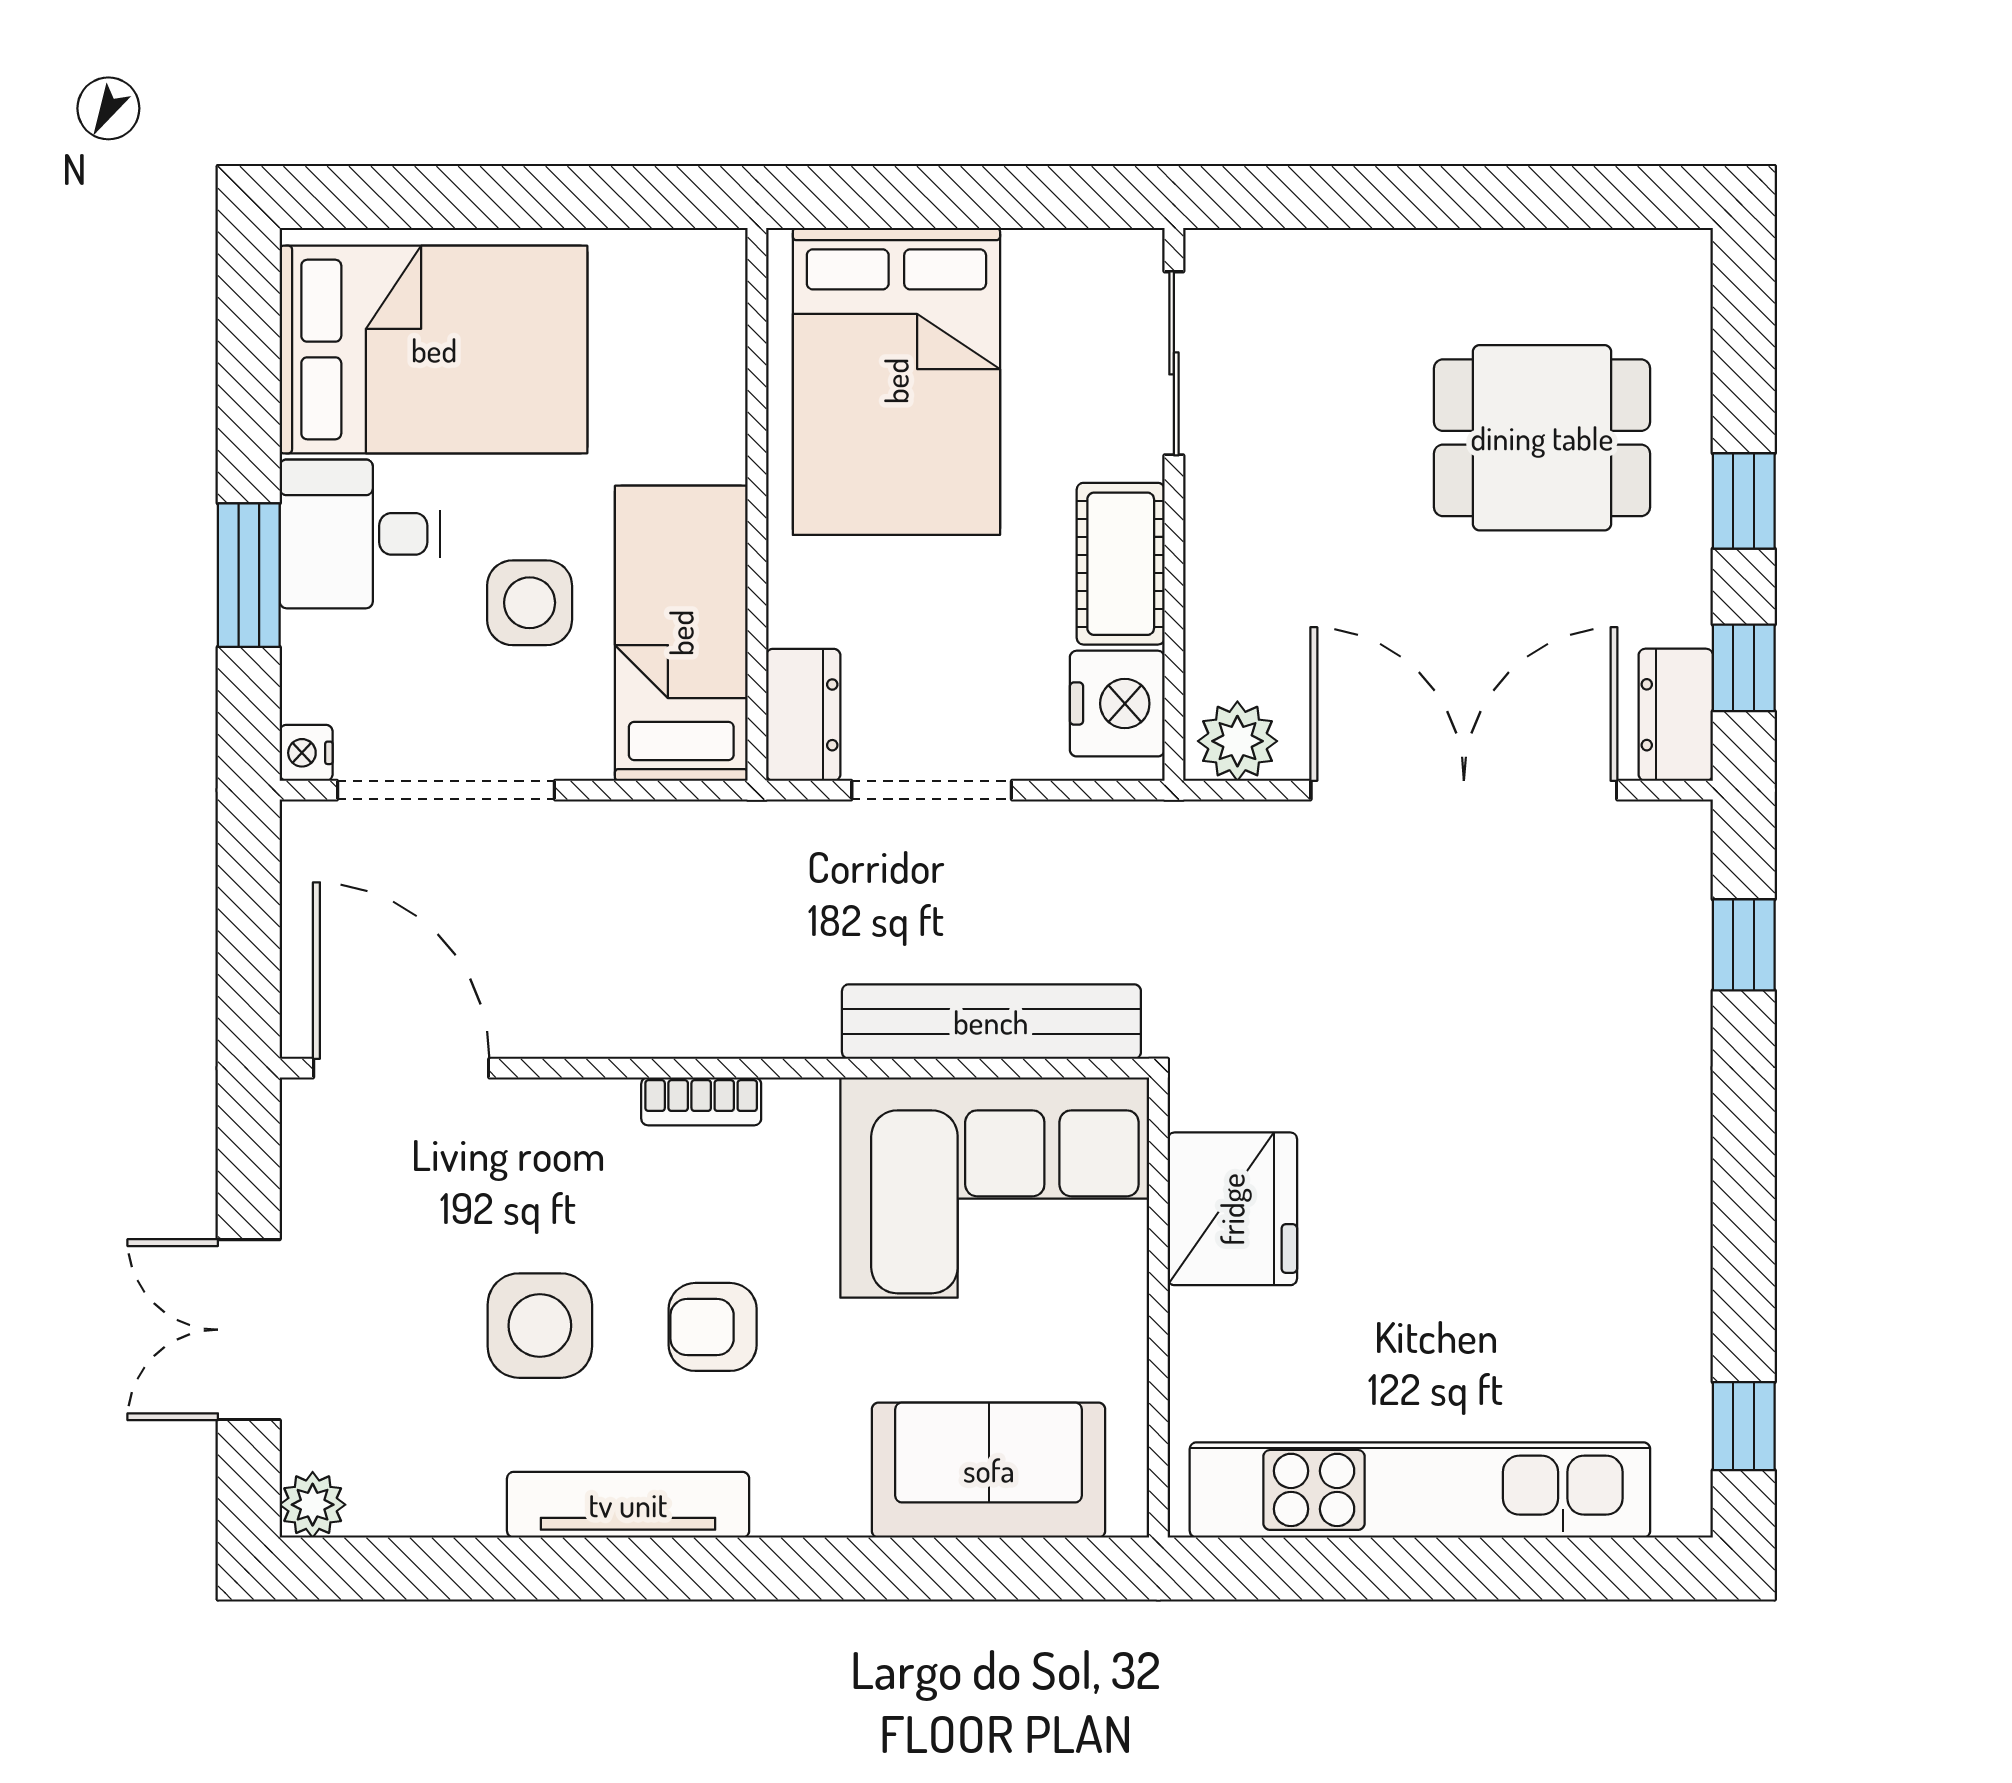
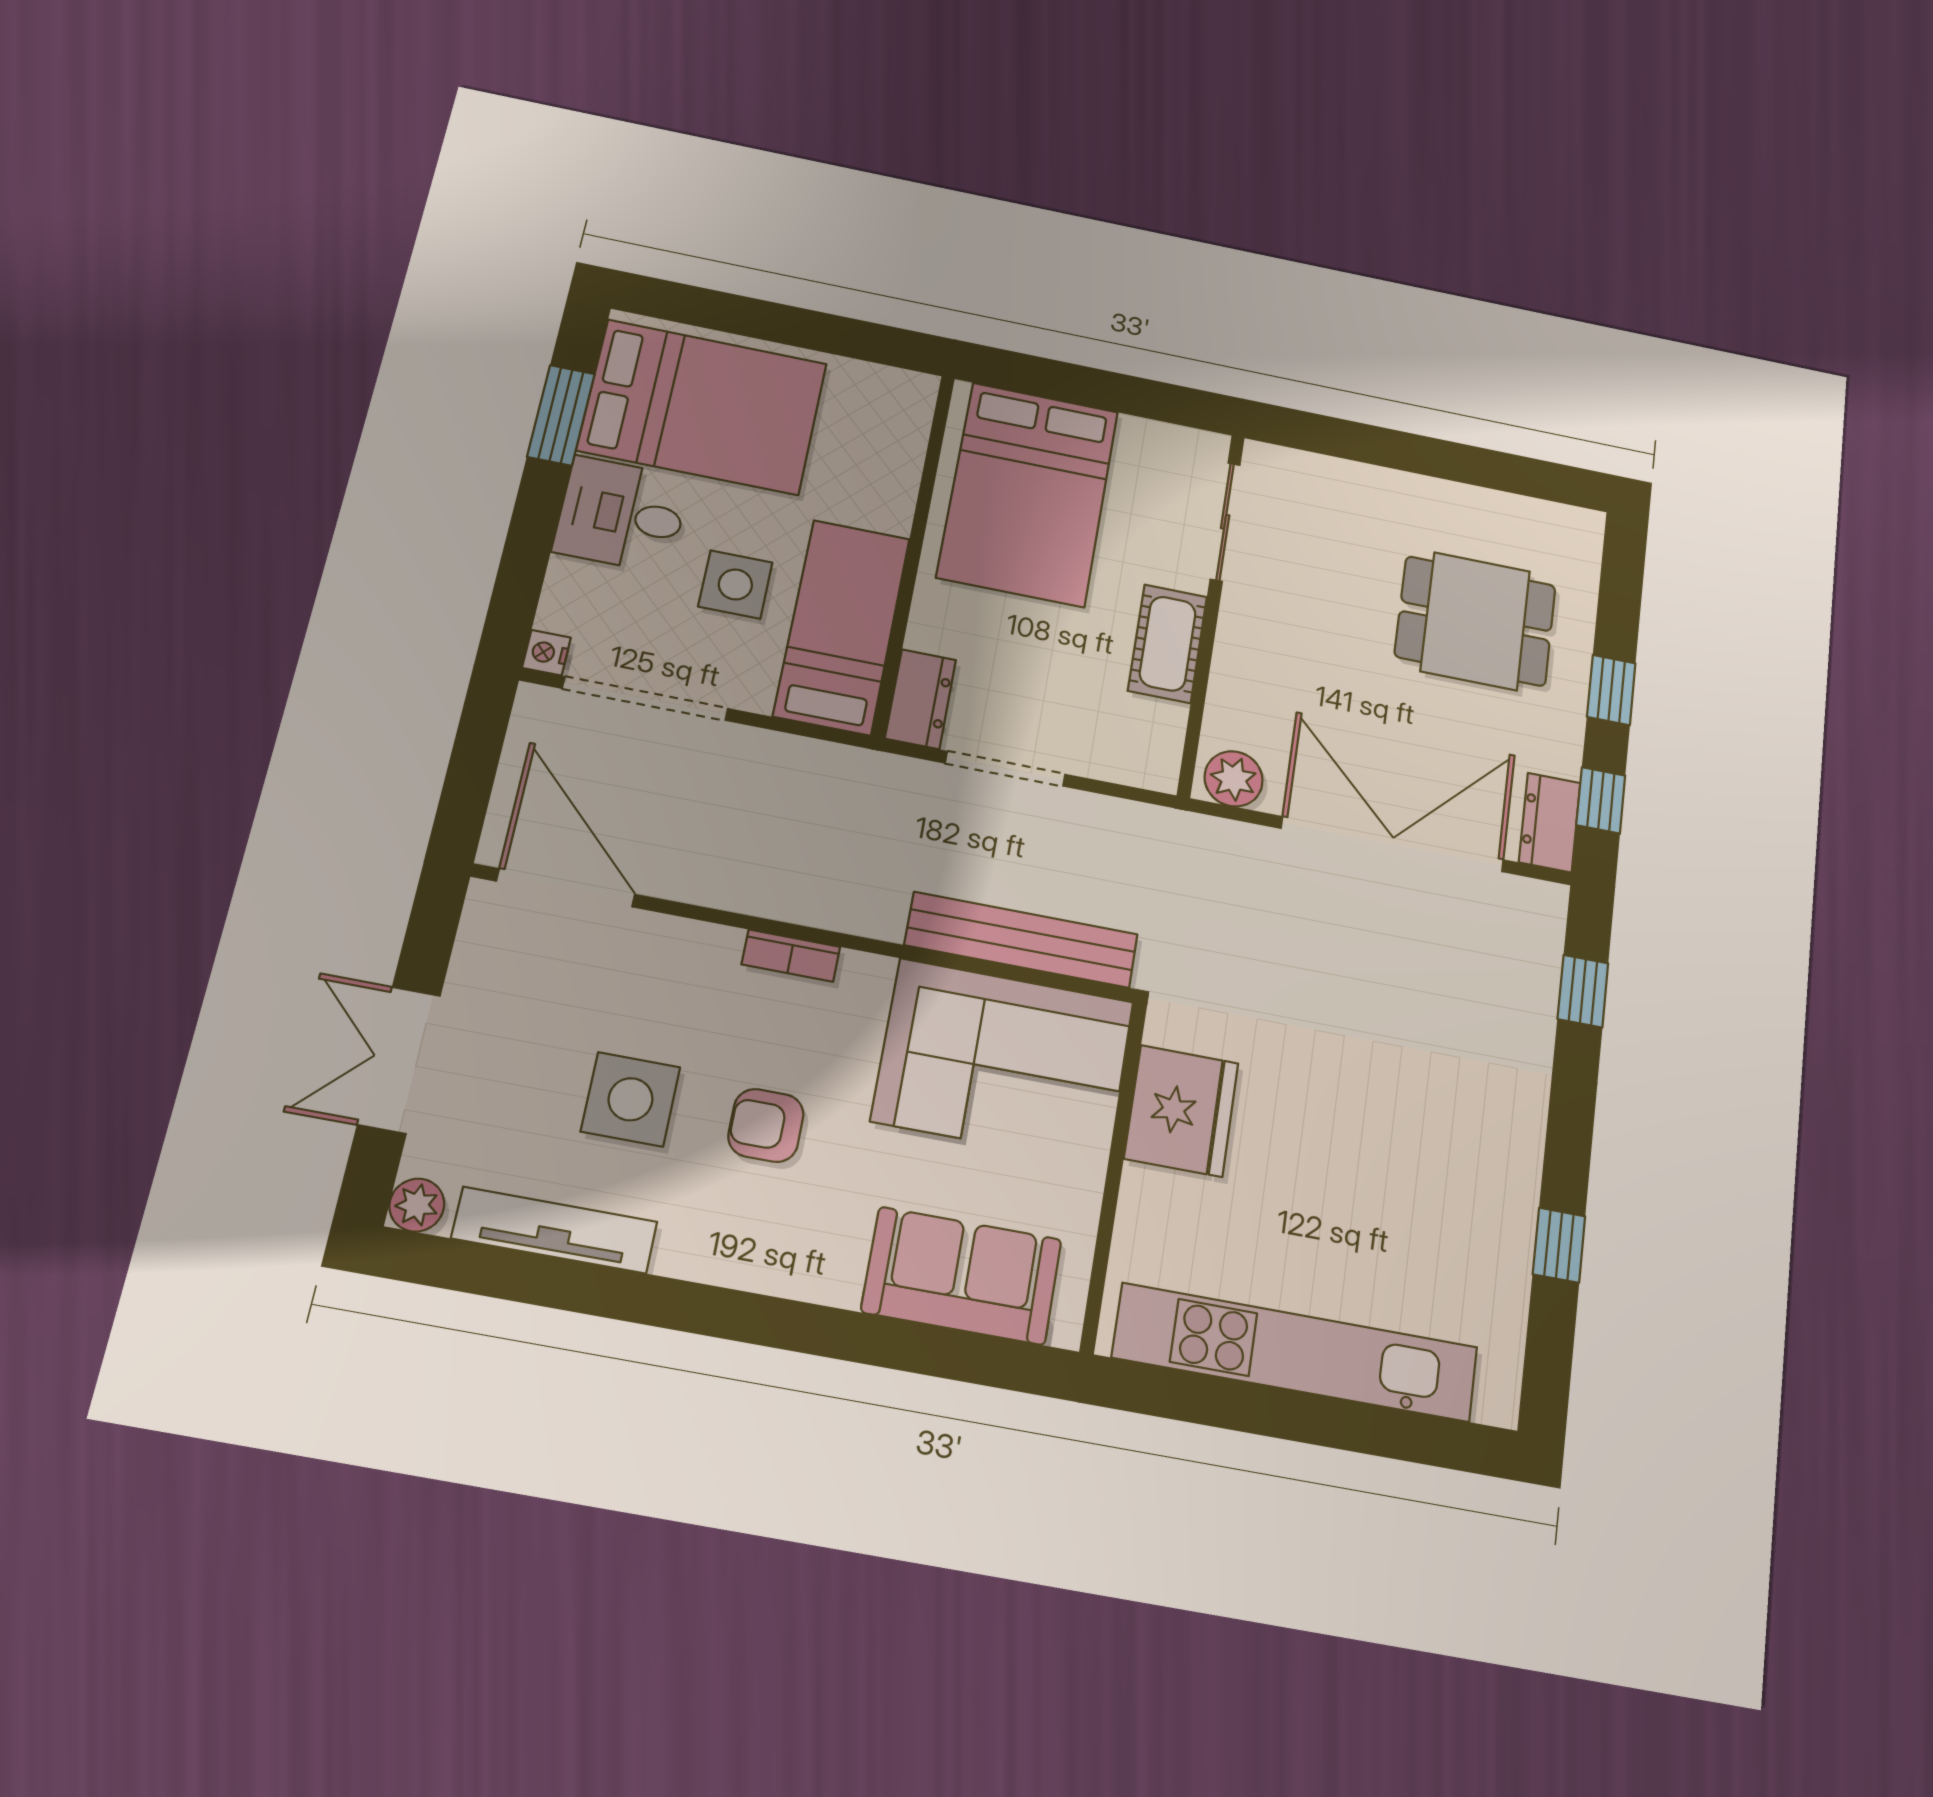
window: (249, 575) -> (561, 415), moved
nightstand: (1117, 704) -> (1150, 736), removed
window: (1744, 1426) -> (1559, 1245), moved
tv unit: (628, 1505) -> (555, 1230), moved

